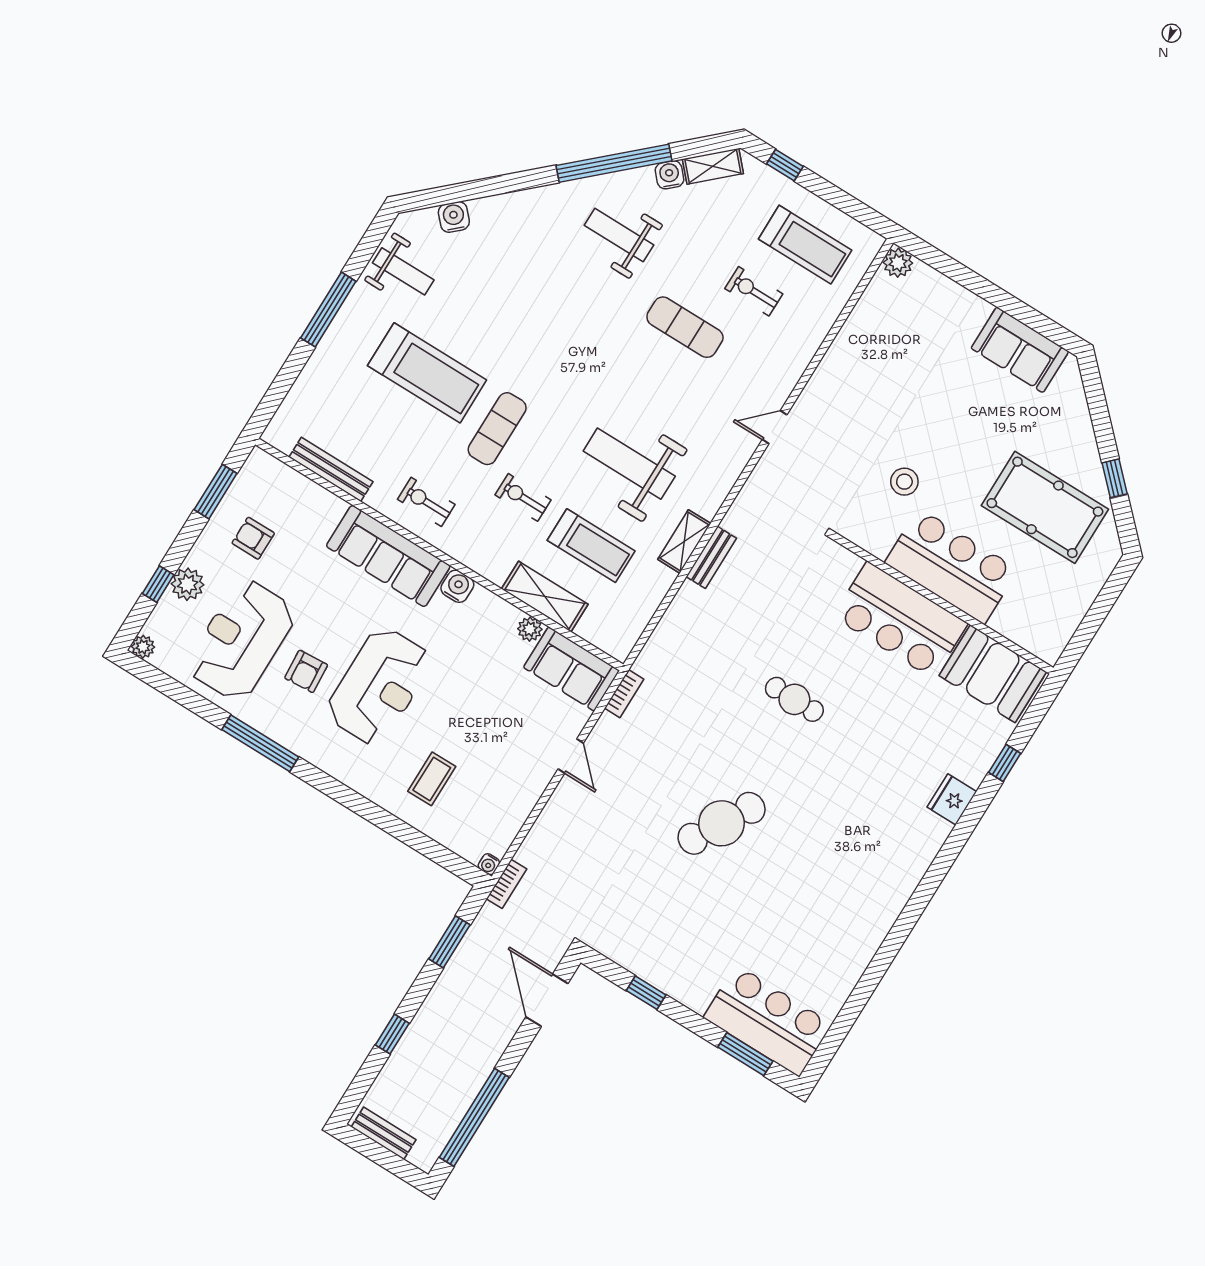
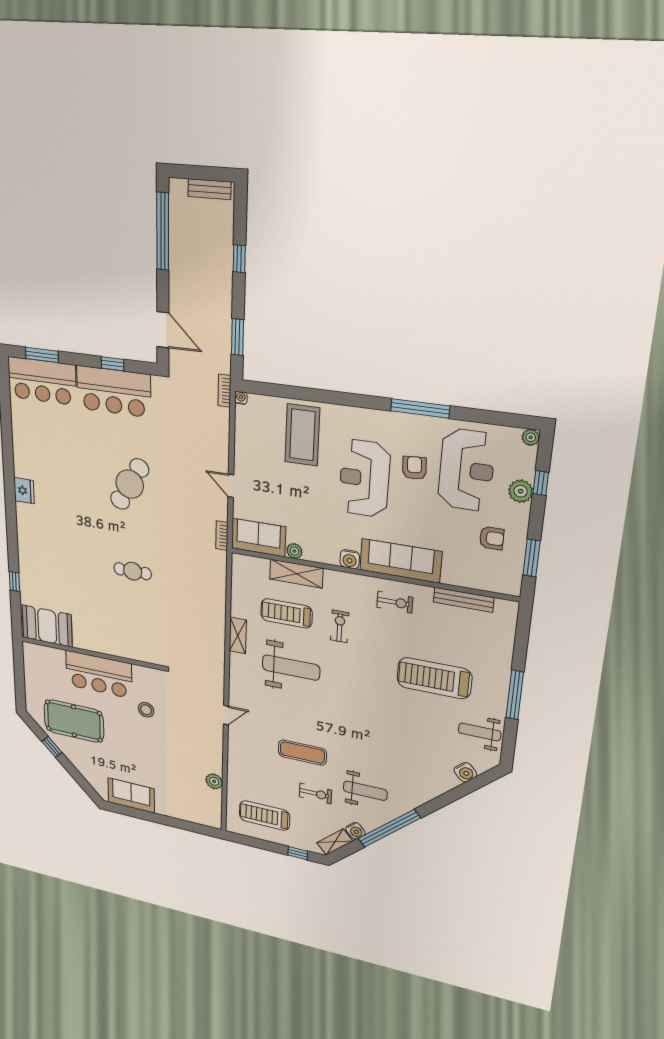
plant: (898, 263) -> (214, 781), moved
exercise bike: (754, 291) -> (315, 794), moved
exercise mat: (497, 429) -> (376, 660), removed
exercise bike: (523, 497) -> (340, 626), turned -90
bench: (711, 557) -> (219, 632), removed
bar counter: (900, 620) -> (114, 391), moved, turned 180
coffee table: (432, 779) -> (302, 435), width x1.86, depth x1.72
fridge: (952, 799) -> (24, 491), moved

